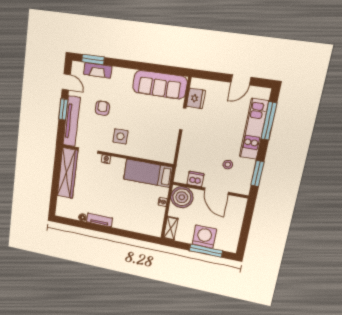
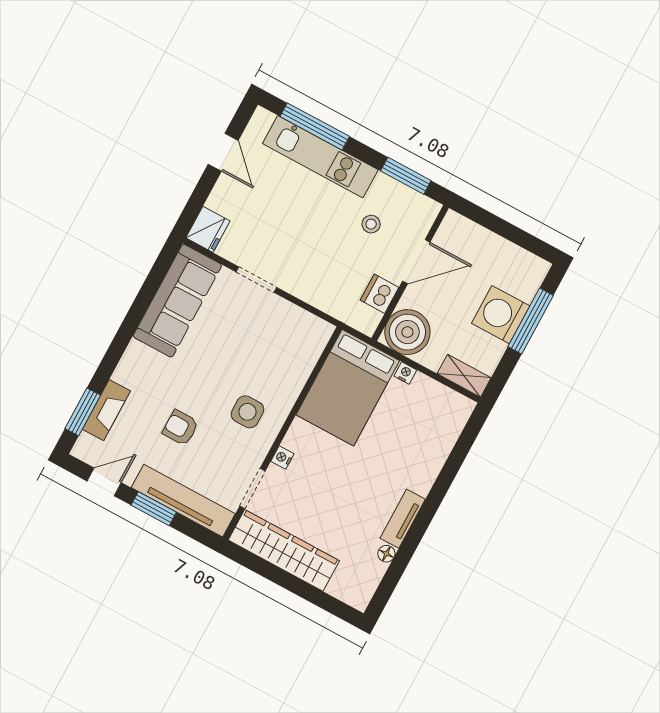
fridge: (196, 98) -> (208, 229), moved, turned 90
bed: (148, 173) -> (348, 388), width x1.50

